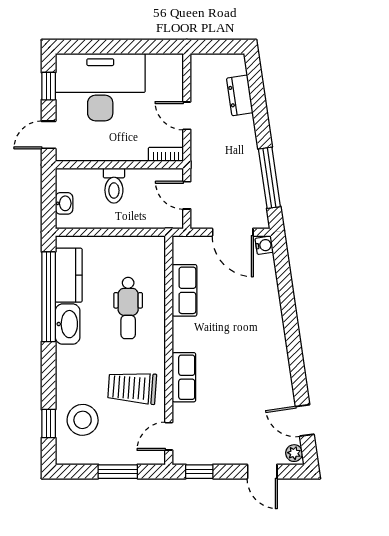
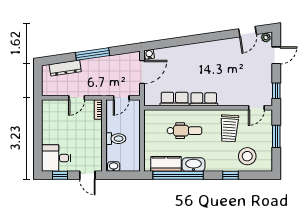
desk: (100, 87) -> (56, 158), width x0.53, depth x0.77
dresser: (240, 95) -> (65, 68), width x1.44
window: (269, 178) -> (93, 54), moved
washbasin: (64, 203) -> (114, 167), moved
row of seats: (184, 377) -> (204, 99), moved
window: (49, 424) -> (231, 175), moved
door: (169, 436) -> (256, 108), hinge flipped

